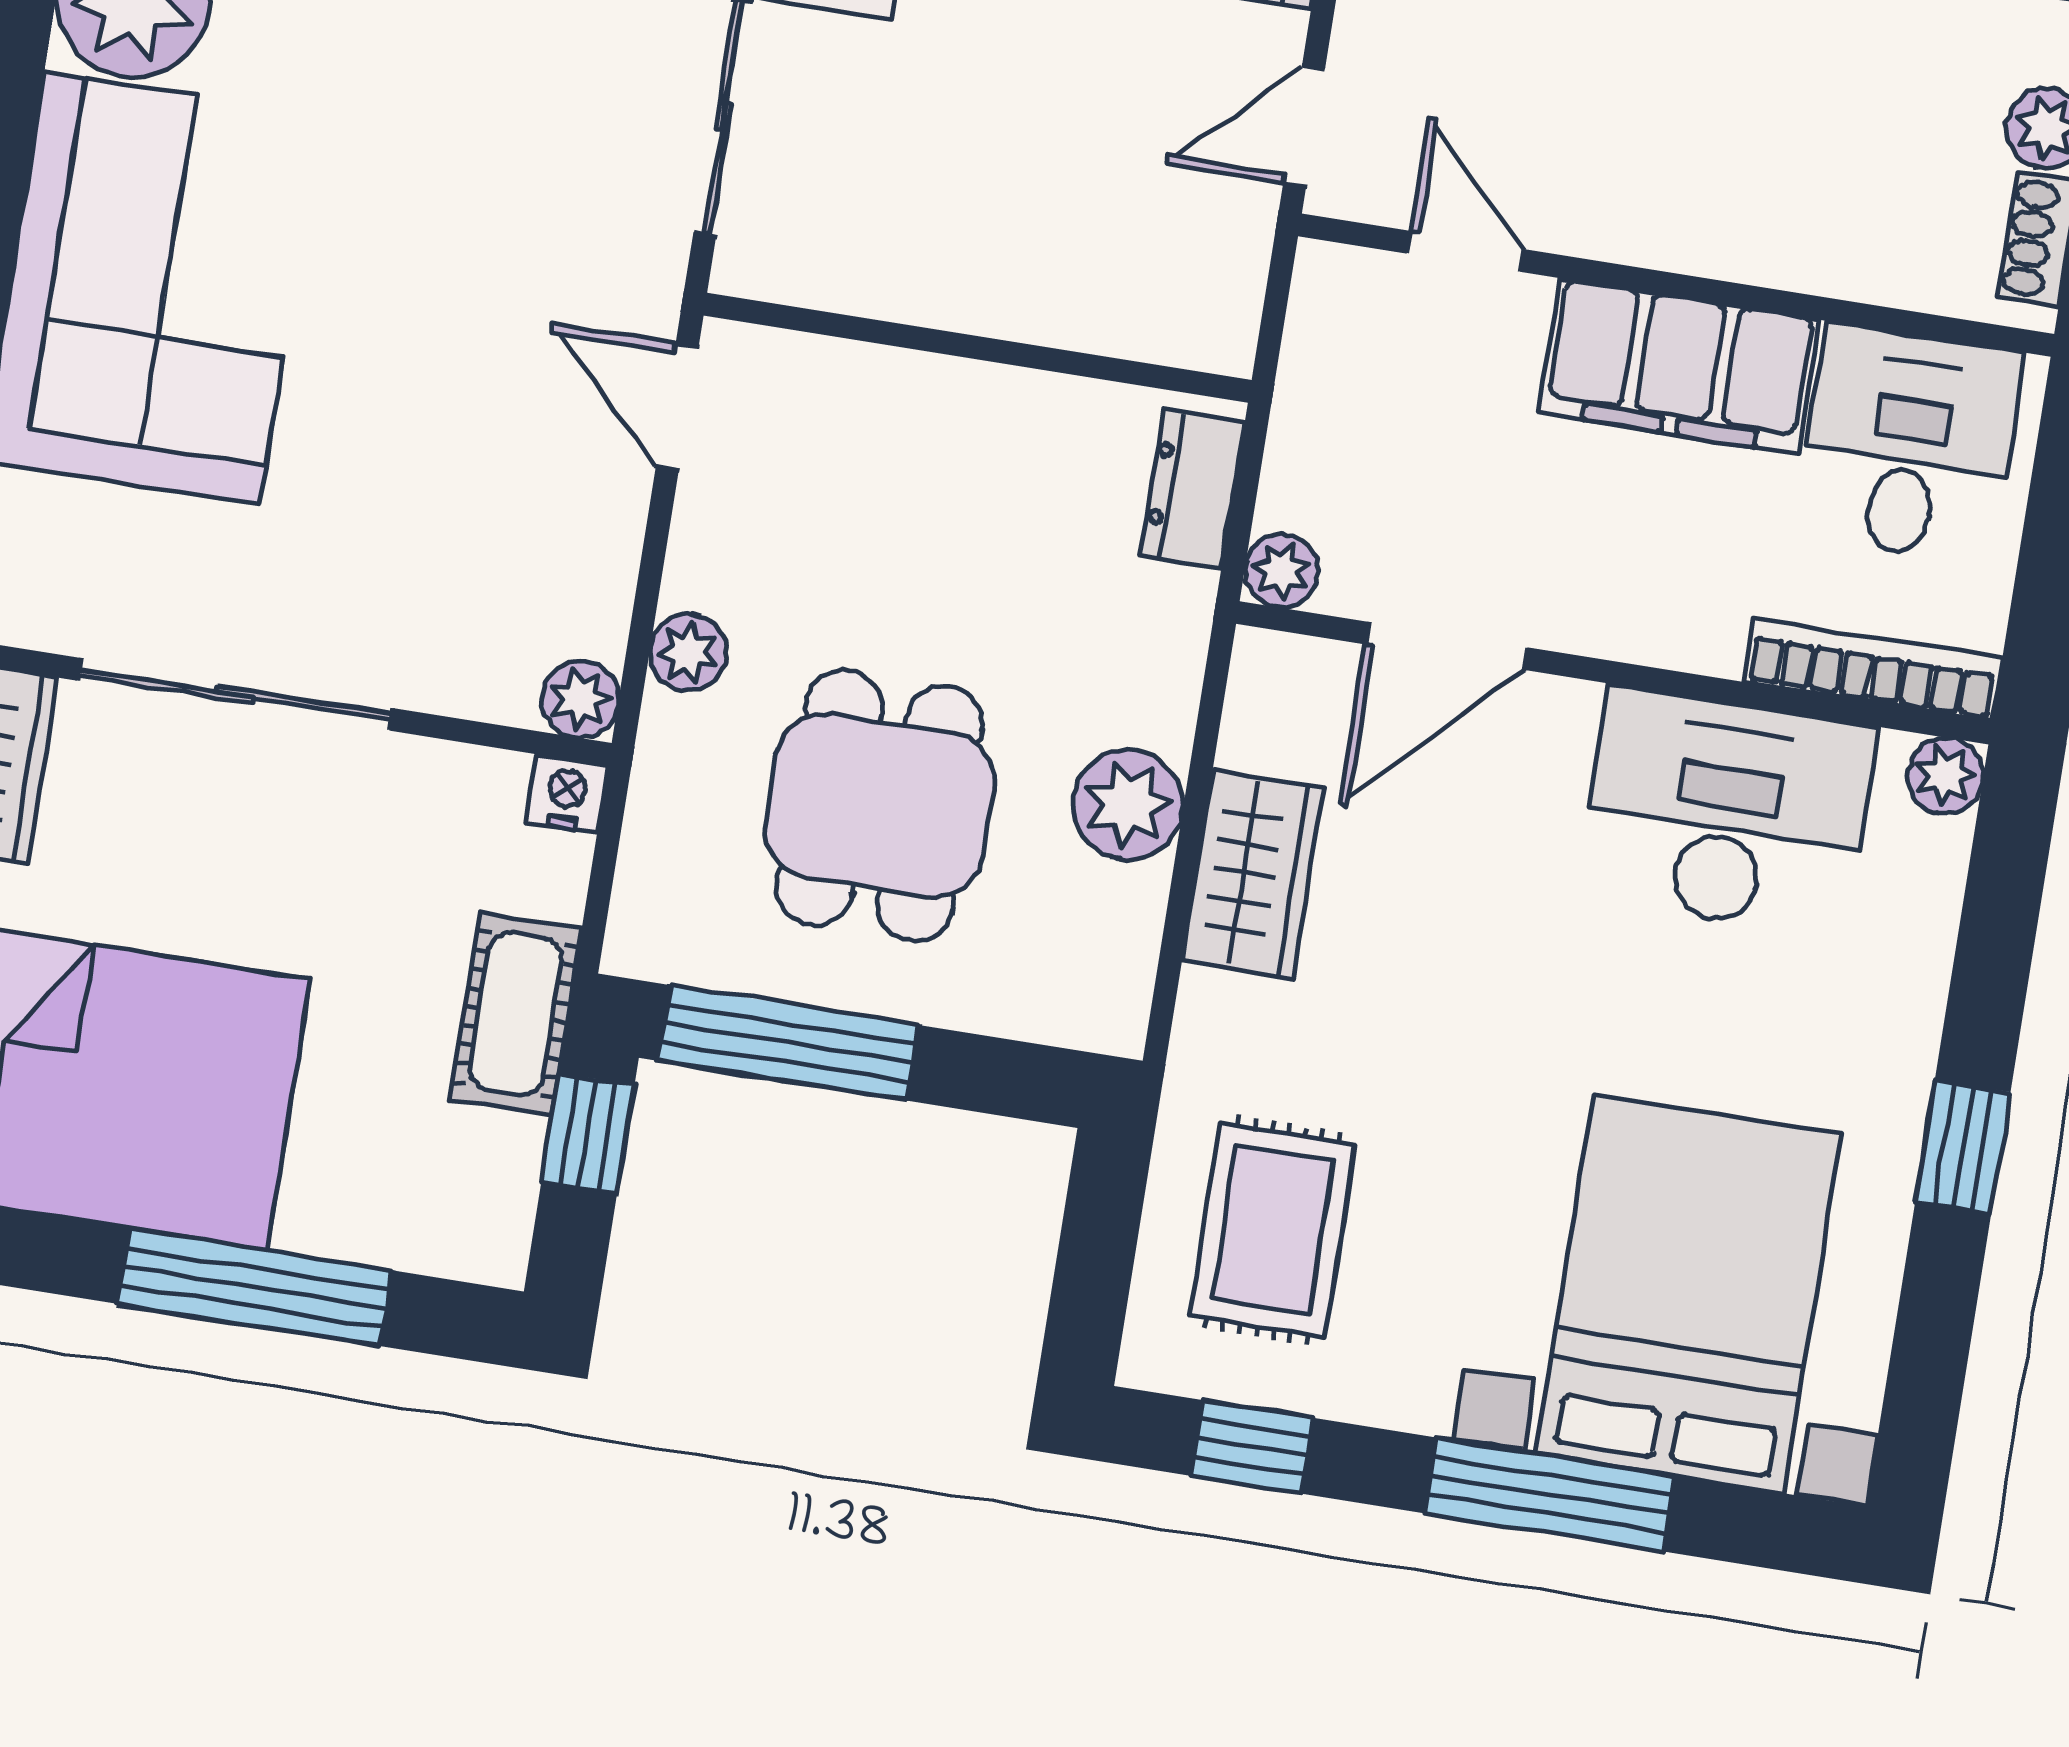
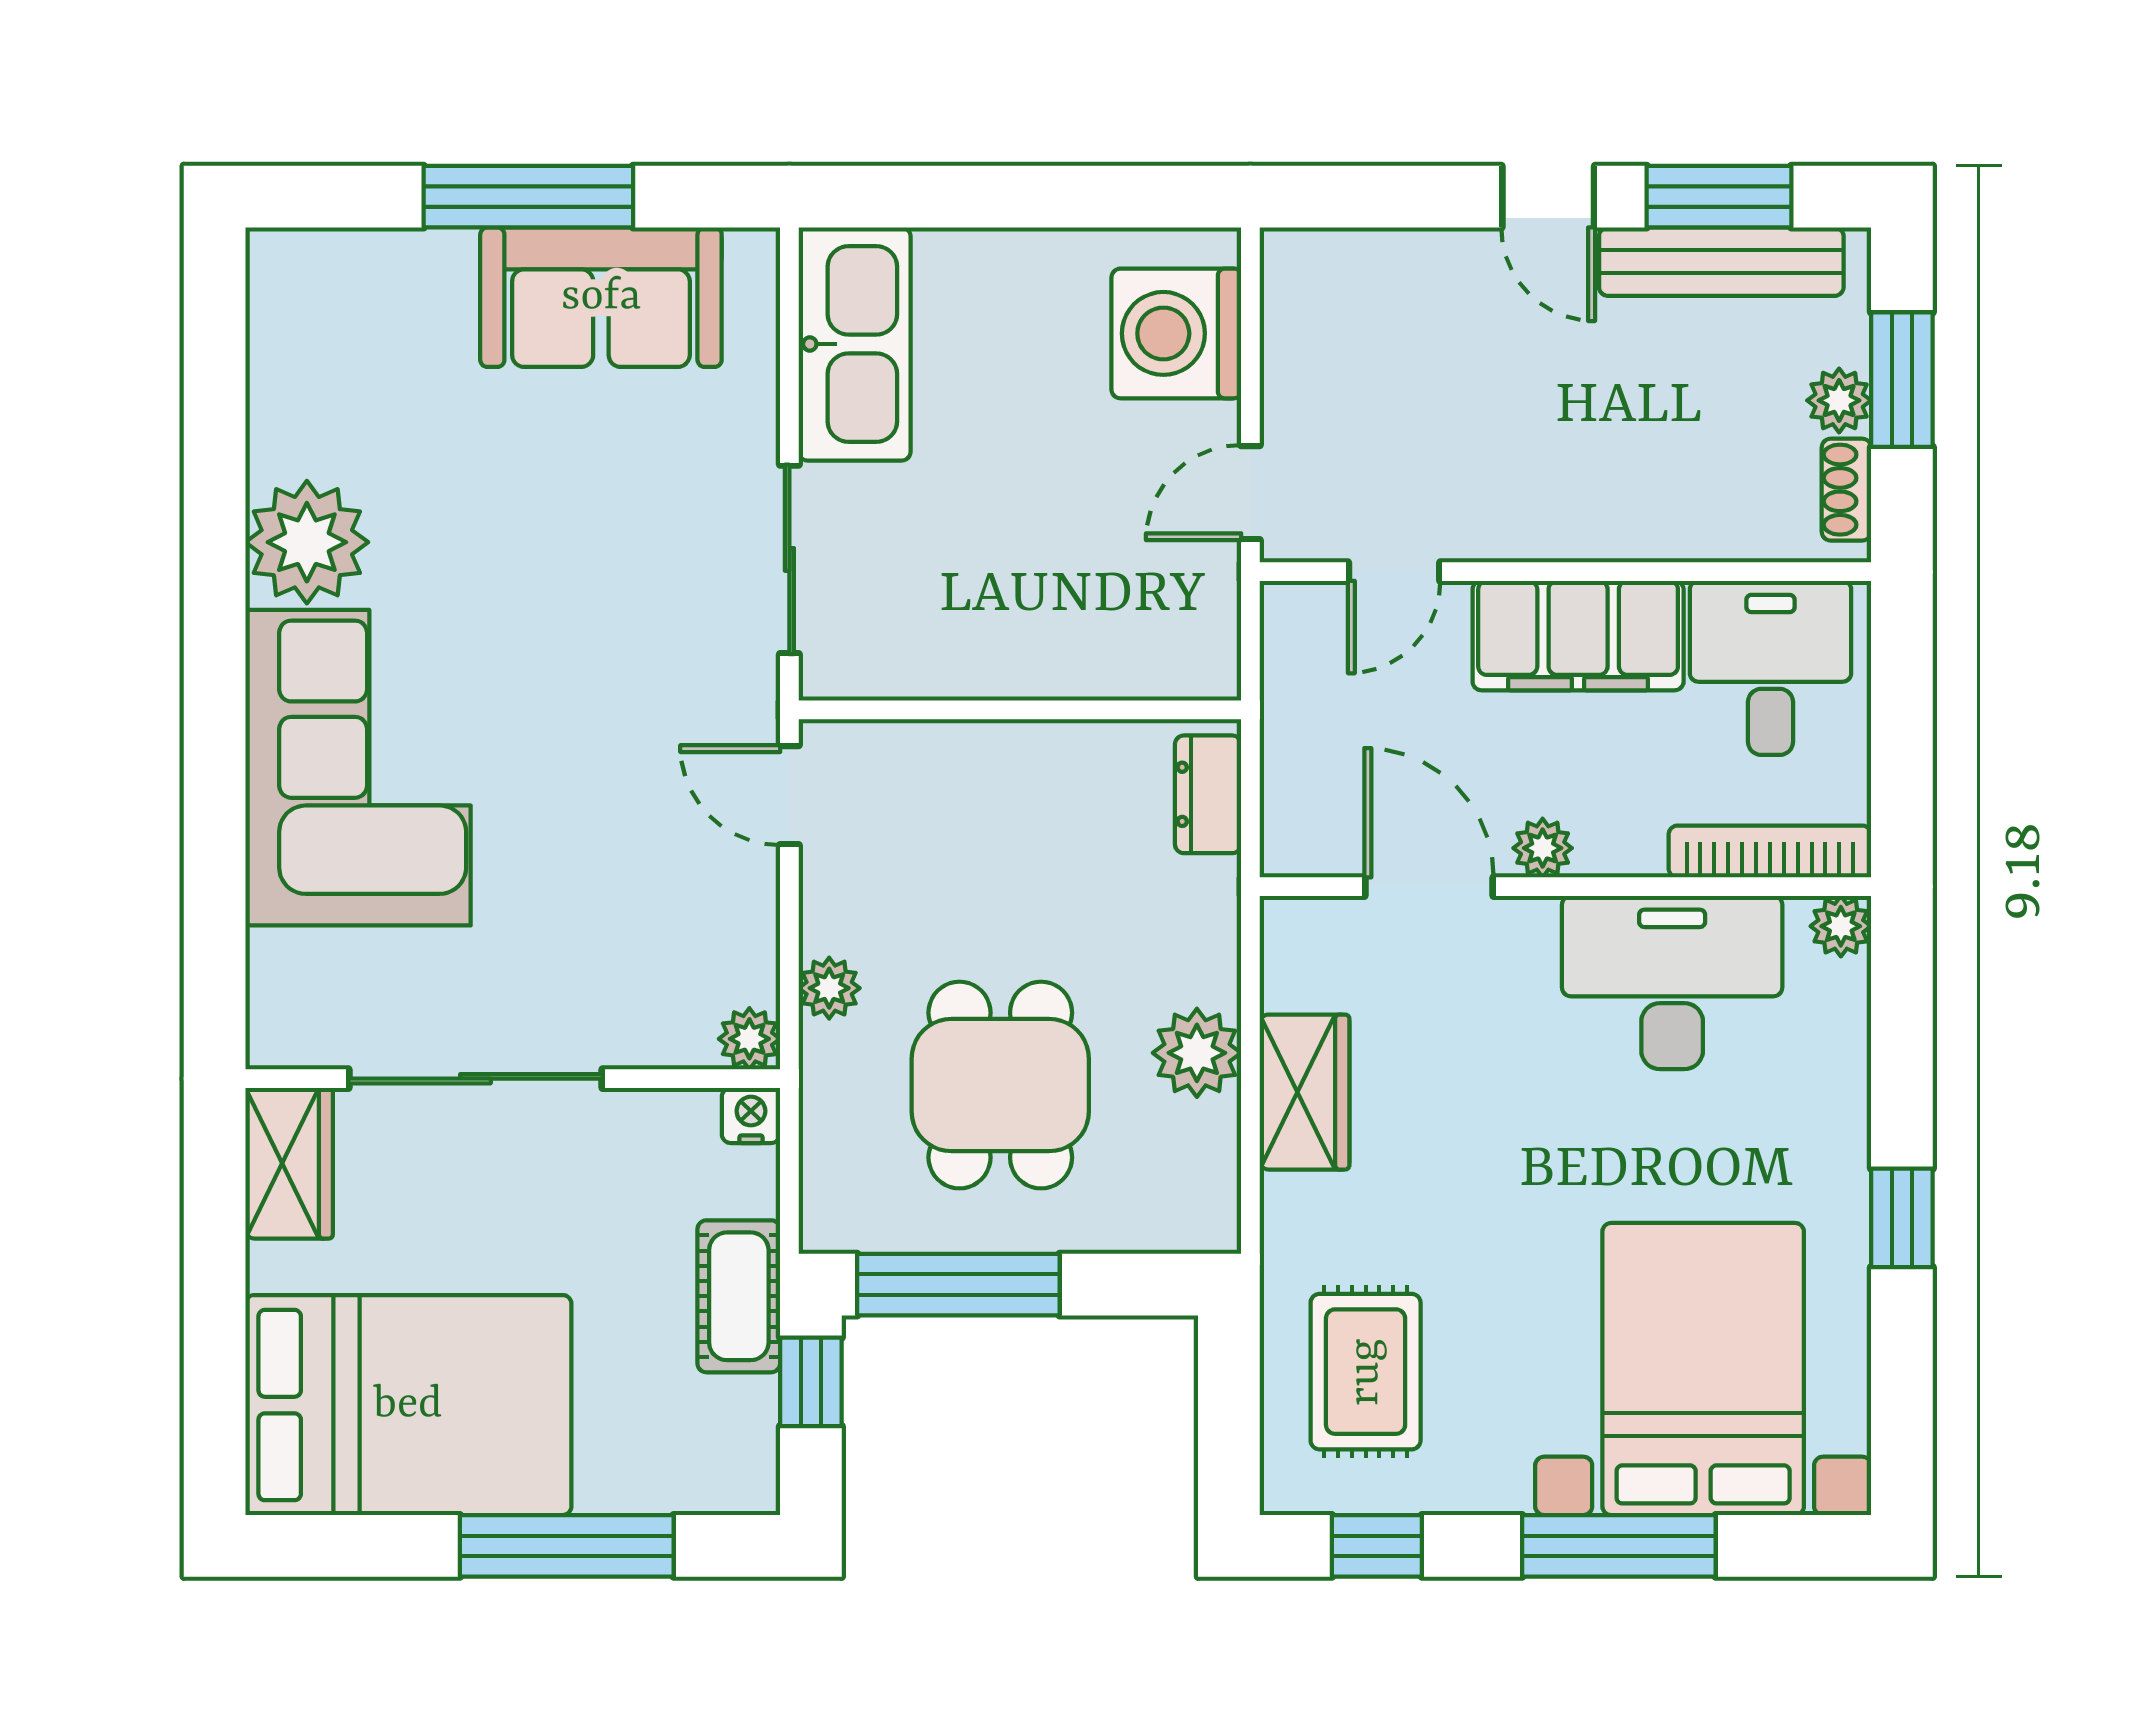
door: (1465, 251) -> (1394, 572), swing flipped
plant: (1282, 571) -> (1543, 848), moved
door: (1446, 646) -> (1429, 887), swing flipped

